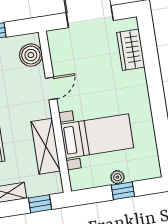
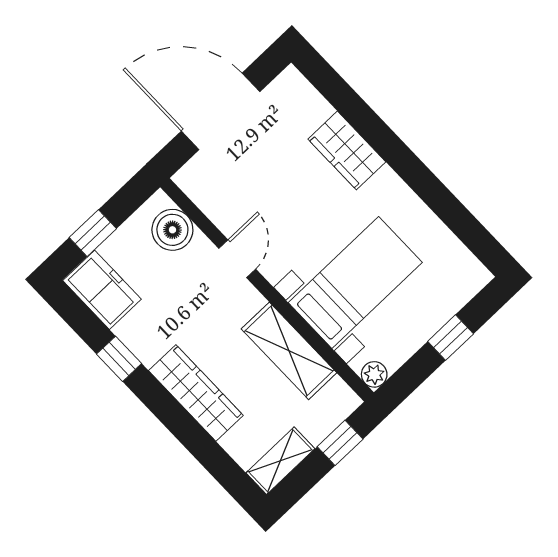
wardrobe: (131, 50) -> (347, 150), moved
plant: (117, 177) -> (374, 374), moved

